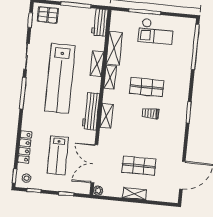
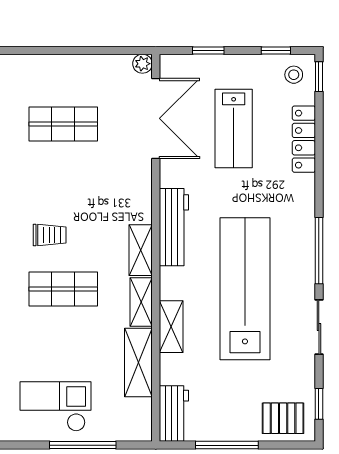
shelving: (106, 116) -> (141, 250), moved
lab bench: (58, 155) -> (234, 128), turned 180
shelving: (134, 194) -> (66, 65), removed

